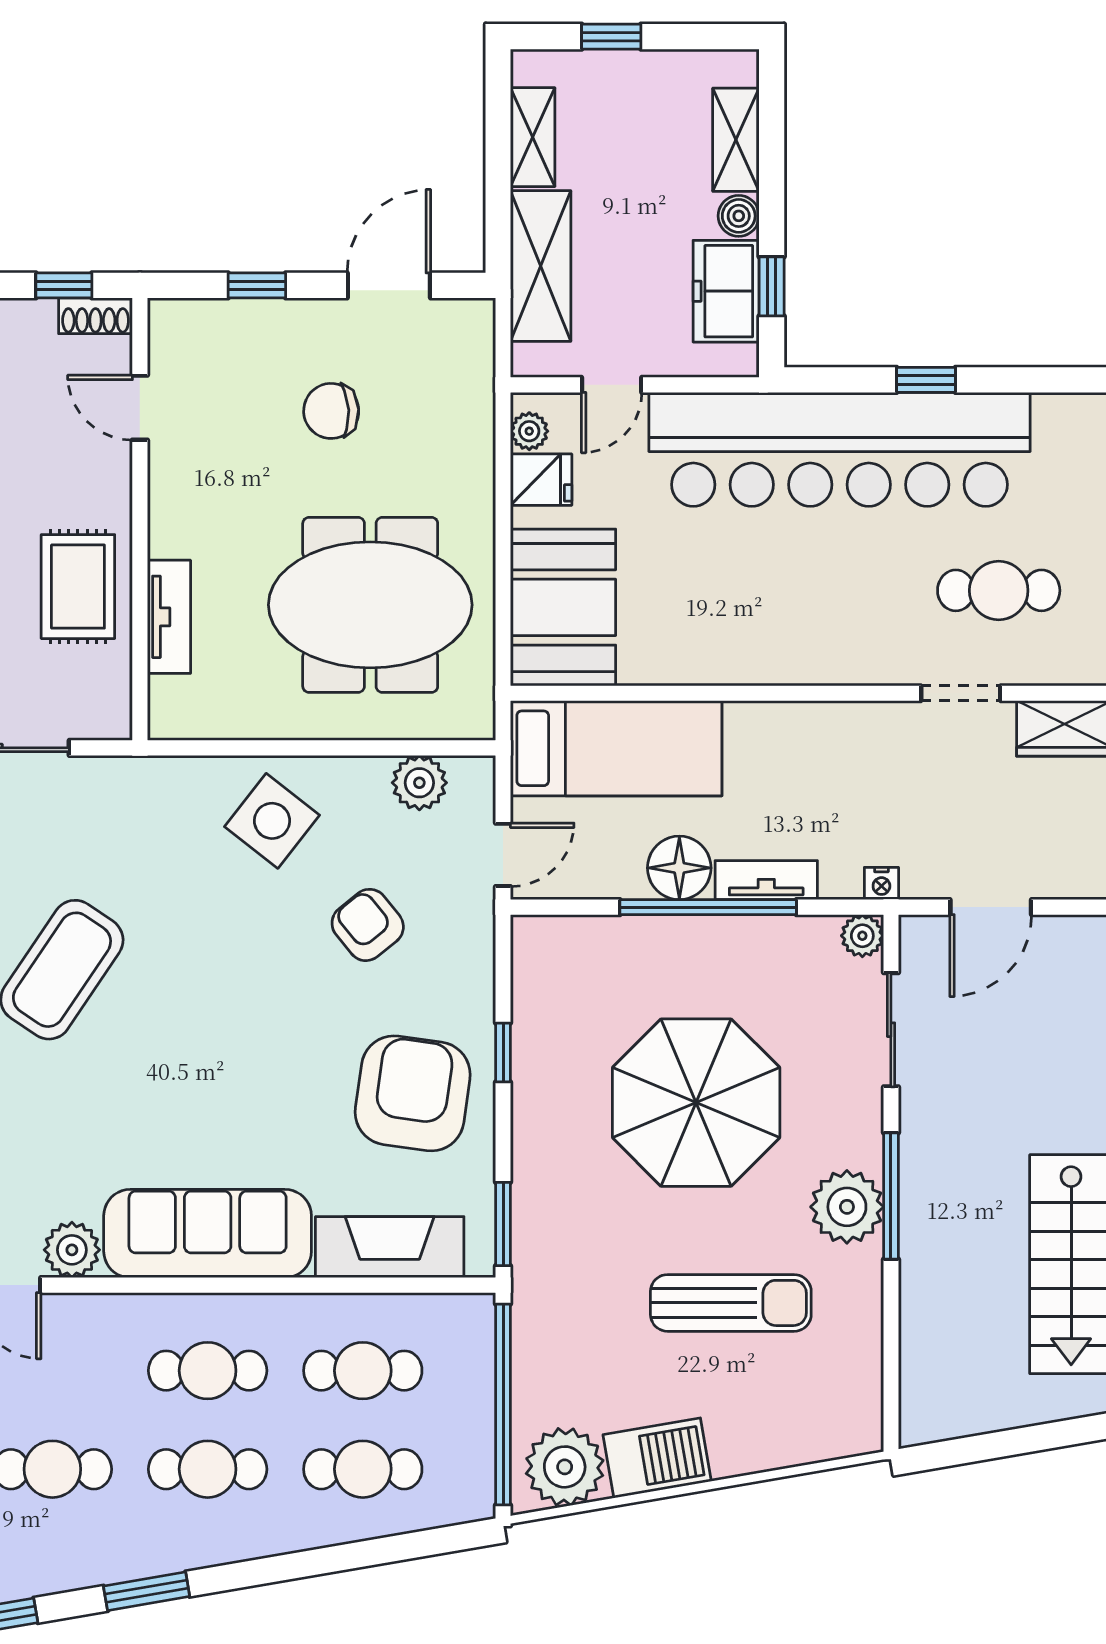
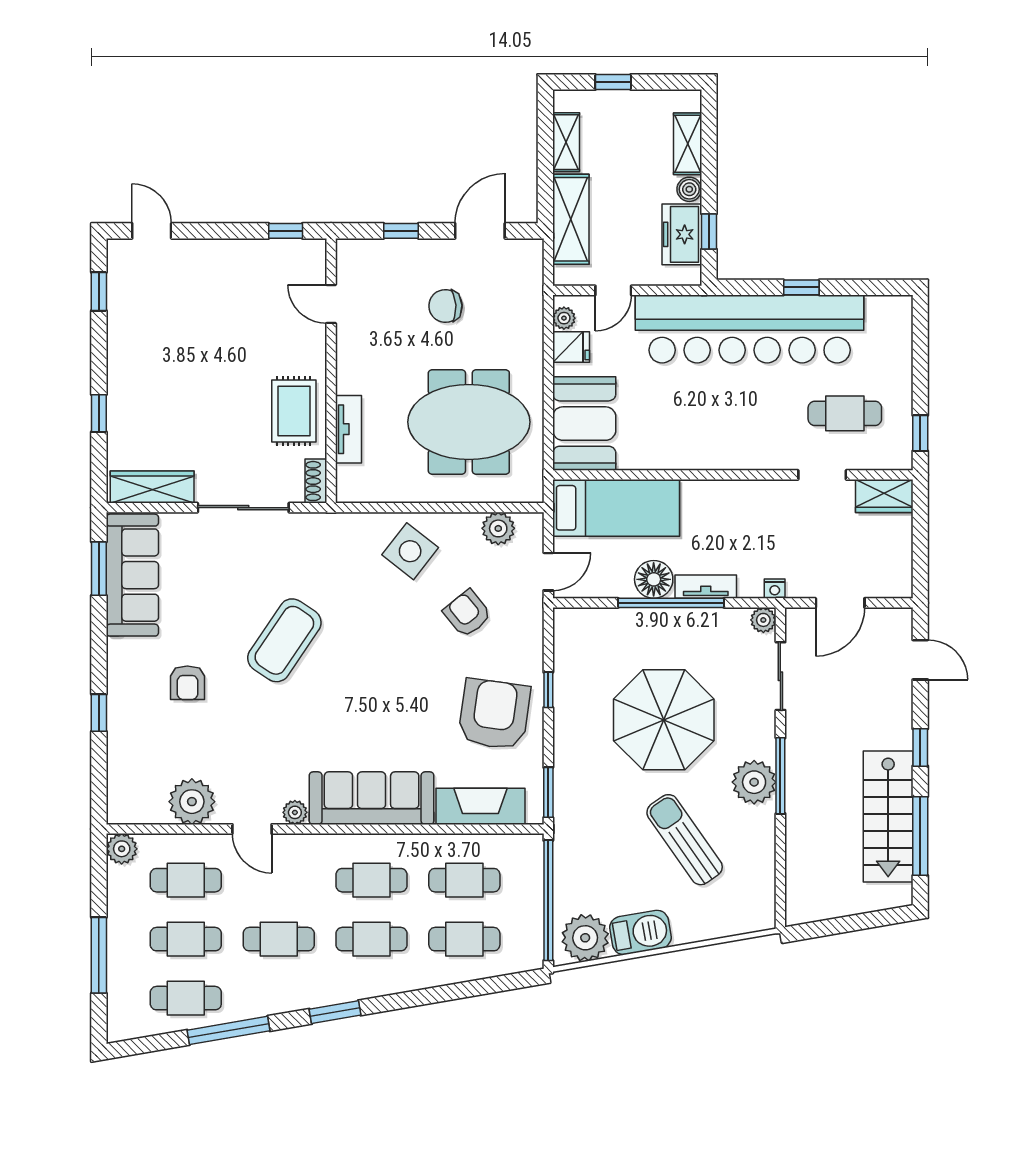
shoe rack: (96, 316) -> (316, 481), moved, turned 90
plant: (72, 1250) -> (295, 812), width x0.73, depth x0.73
sun lounger: (731, 1303) -> (685, 840), turned -125

